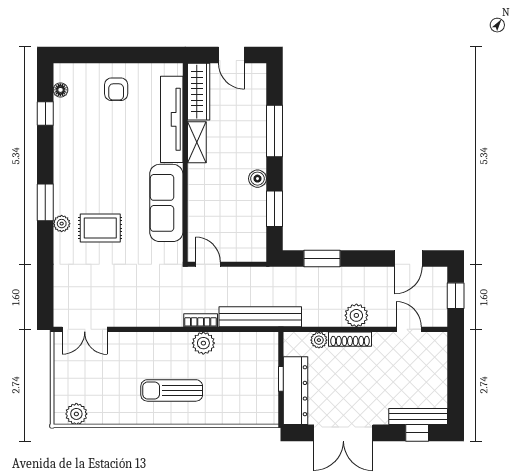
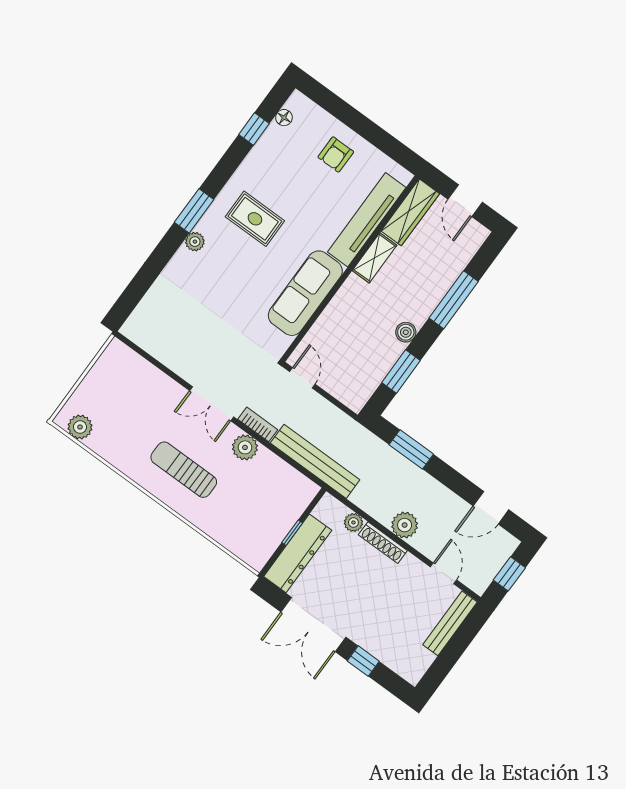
rug: (100, 228) -> (255, 219), moved
double door: (85, 329) -> (212, 404), moved
bench: (418, 417) -> (450, 623), moved, turned 90
window: (417, 433) -> (363, 661), moved

